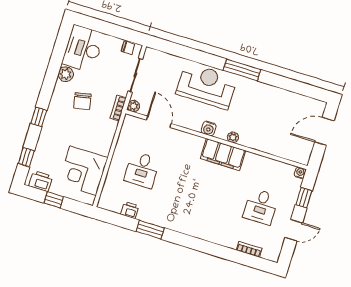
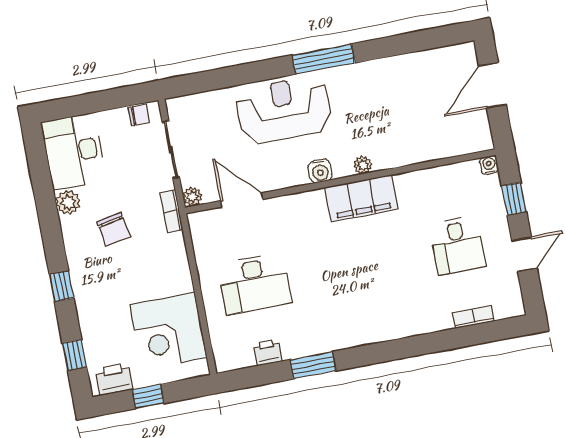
desk: (142, 170) -> (254, 284), width x1.37

